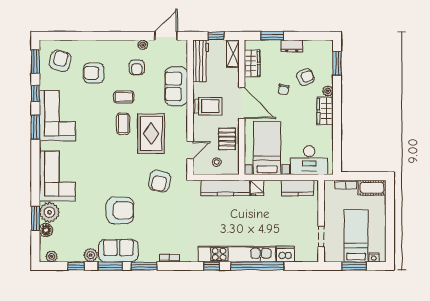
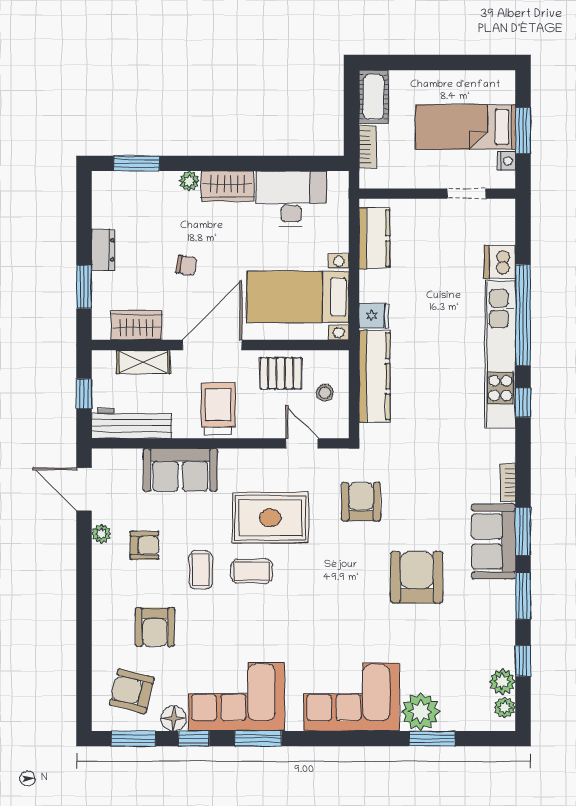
shelving: (233, 54) -> (143, 362), moved
armchair: (305, 77) -> (163, 224), removed
desk: (309, 160) -> (291, 199), moved, turned -90
armchair: (160, 181) -> (361, 502), turned -101
floor lamp: (46, 230) -> (174, 718), moved
sofa: (118, 251) -> (494, 542), moved
plant: (91, 255) -> (502, 682), moved
nightstand: (374, 257) -> (507, 161), moved

